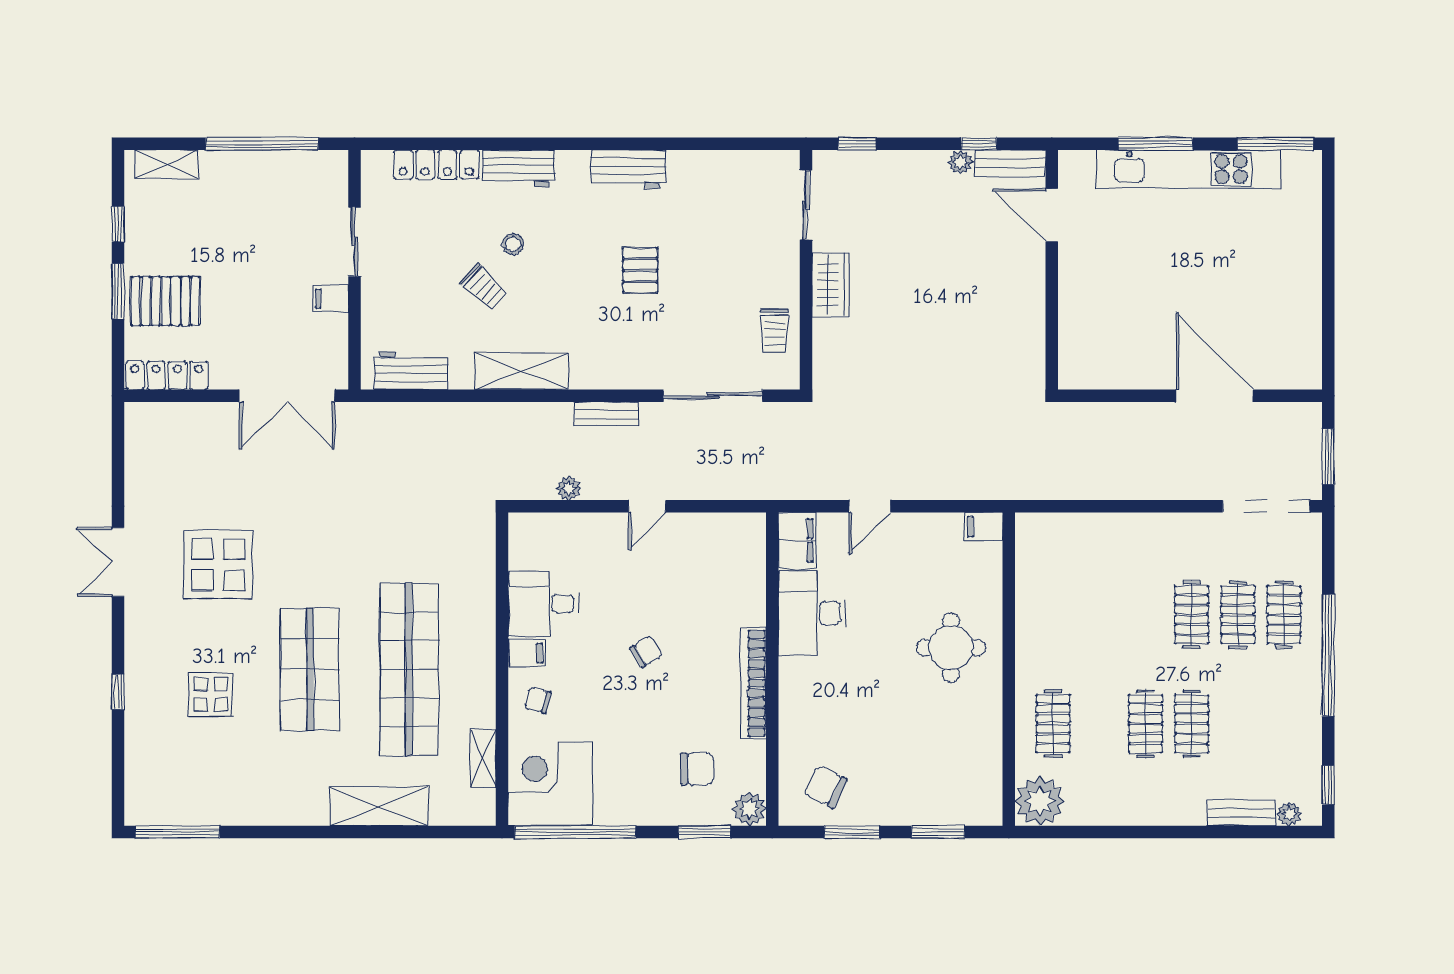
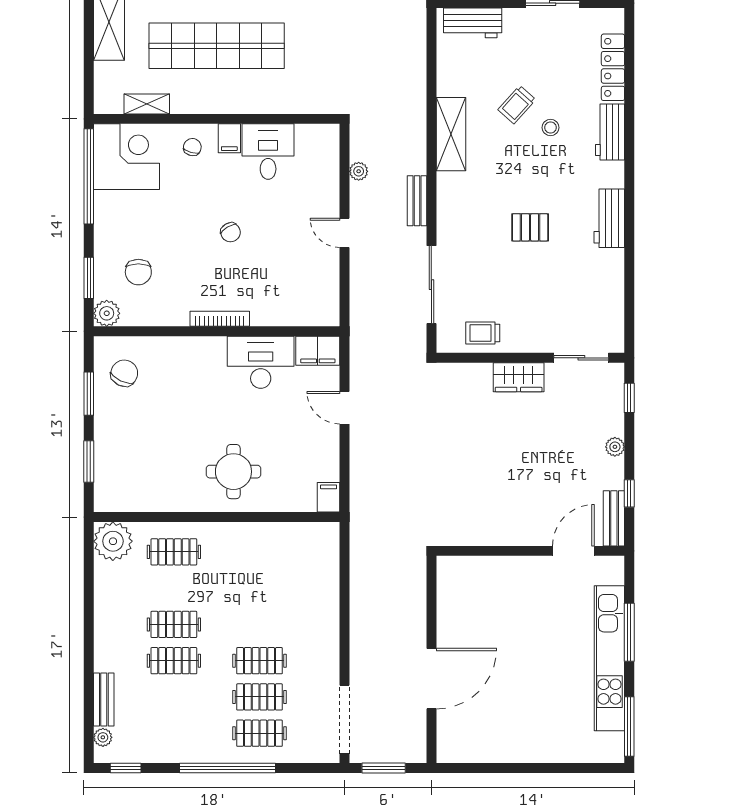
plant: (960, 162) -> (615, 447), moved
workbench: (411, 371) -> (473, 23), moved, turned 90
bookcase: (753, 683) -> (220, 319), width x0.68, depth x0.76

